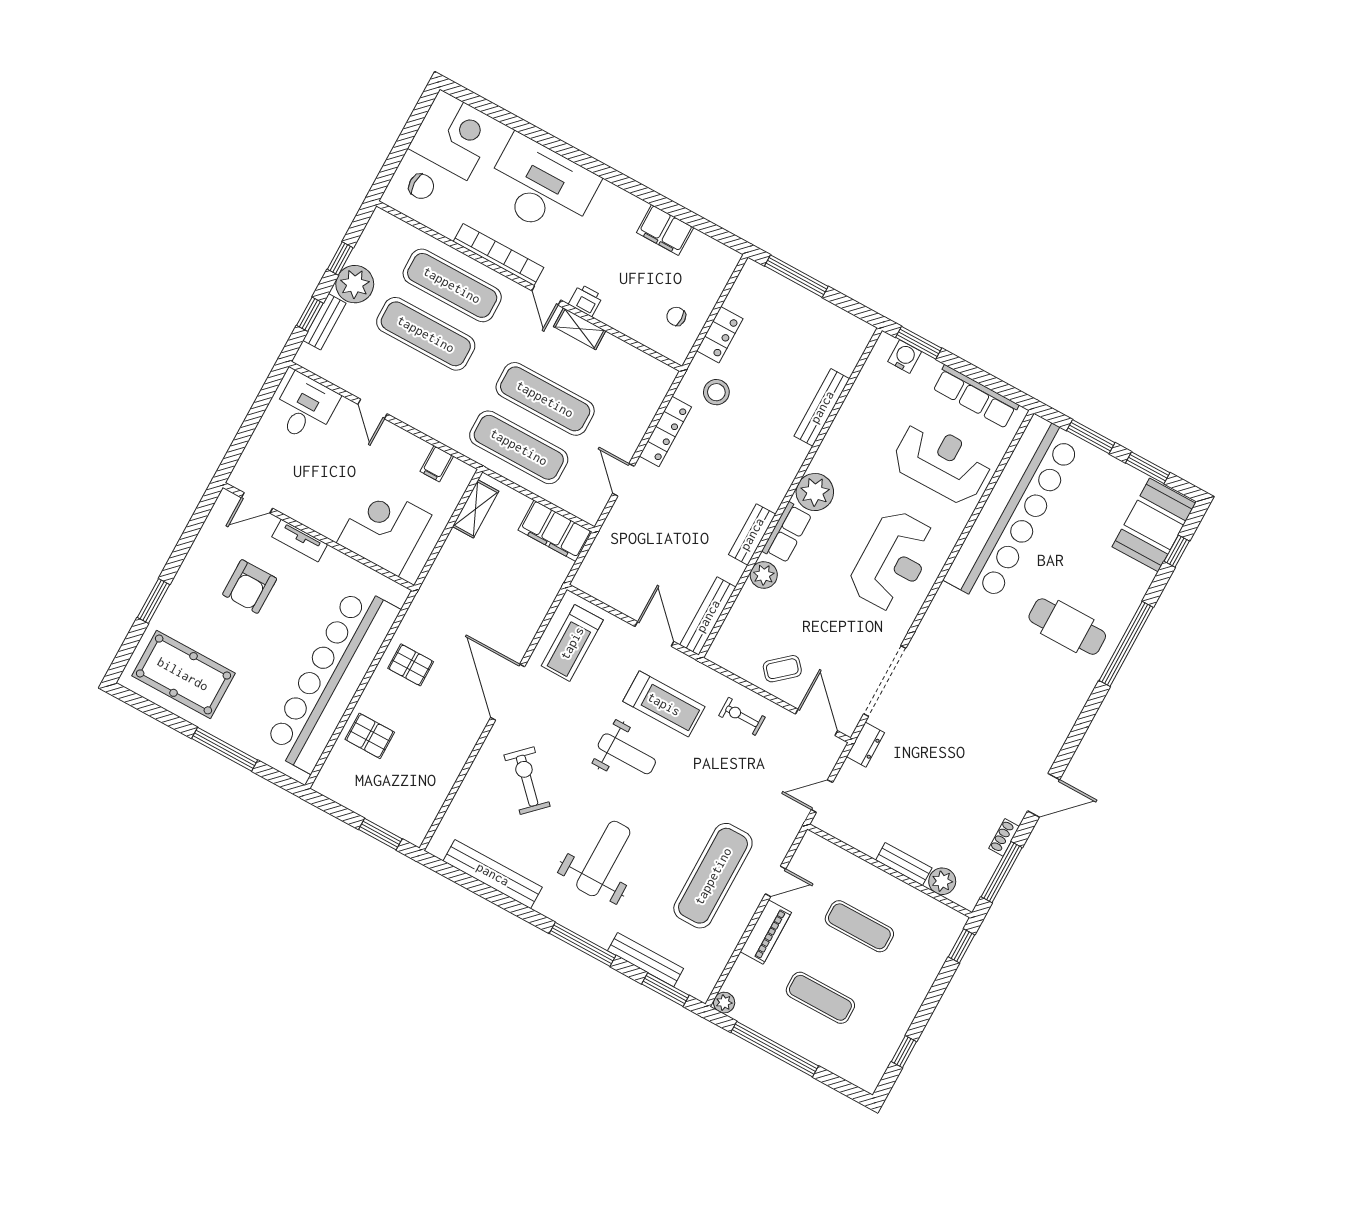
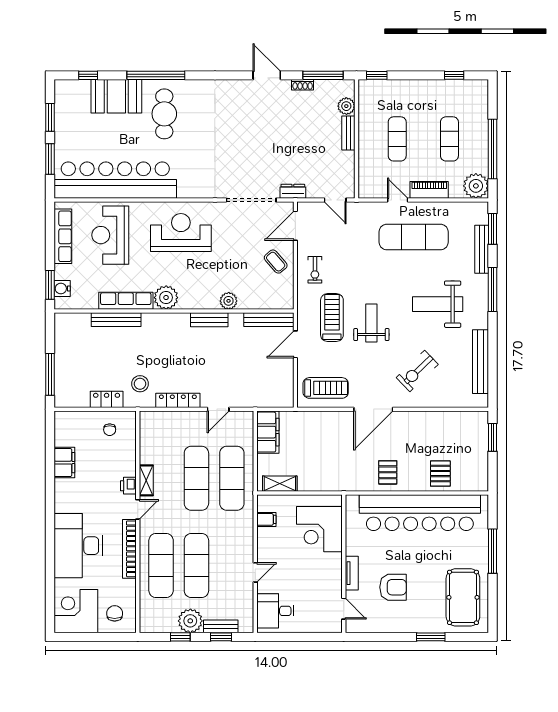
booth: (1154, 525) -> (116, 96), moved
row of seats: (787, 533) -> (126, 301), moved, width x1.48
plant: (724, 1003) -> (476, 186), width x1.88, depth x1.88

